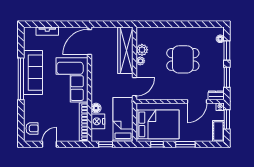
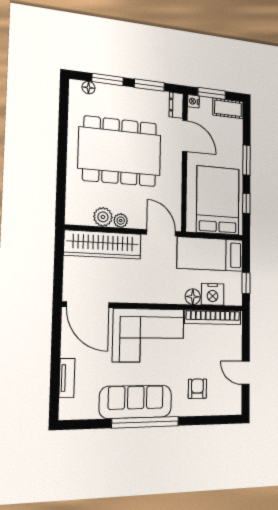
dining table: (183, 59) -> (120, 151), width x1.88, depth x1.24
armchair: (32, 128) -> (197, 389), moved

